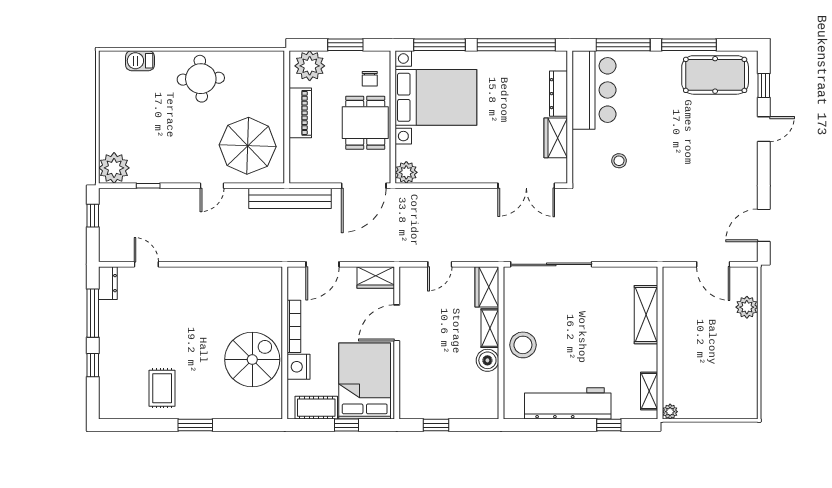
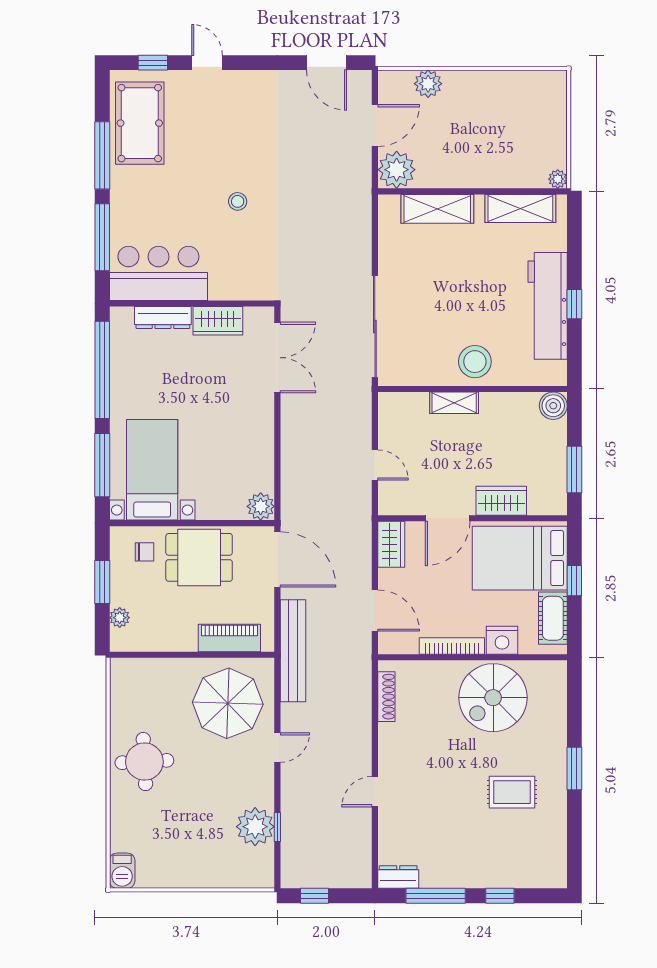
barbecue: (140, 61) -> (122, 871), moved
plant: (310, 66) -> (120, 618), width x0.53, depth x0.53
bed with nightstands: (436, 97) -> (152, 470), width x0.73
piano: (300, 113) -> (229, 638), moved
stool: (619, 161) -> (238, 201), moved
plant: (114, 168) -> (255, 827), moved
door: (212, 186) -> (277, 748), hinge flipped
door: (146, 264) -> (375, 792), moved
shoe rack: (253, 274) -> (386, 697), added
plant: (678, 282) -> (397, 170), added
wardrobe: (487, 287) -> (501, 501), moved, turned 180
door: (397, 323) -> (448, 518), hinge flipped
spiral stairs: (252, 360) -> (493, 698), turned -90
boiler: (487, 360) -> (553, 406), moved
rug: (162, 388) -> (512, 792), moved
shelving: (649, 391) -> (520, 208), width x1.50, depth x1.33
window: (436, 425) -> (574, 470), width x1.50
window: (609, 425) -> (574, 304), moved

